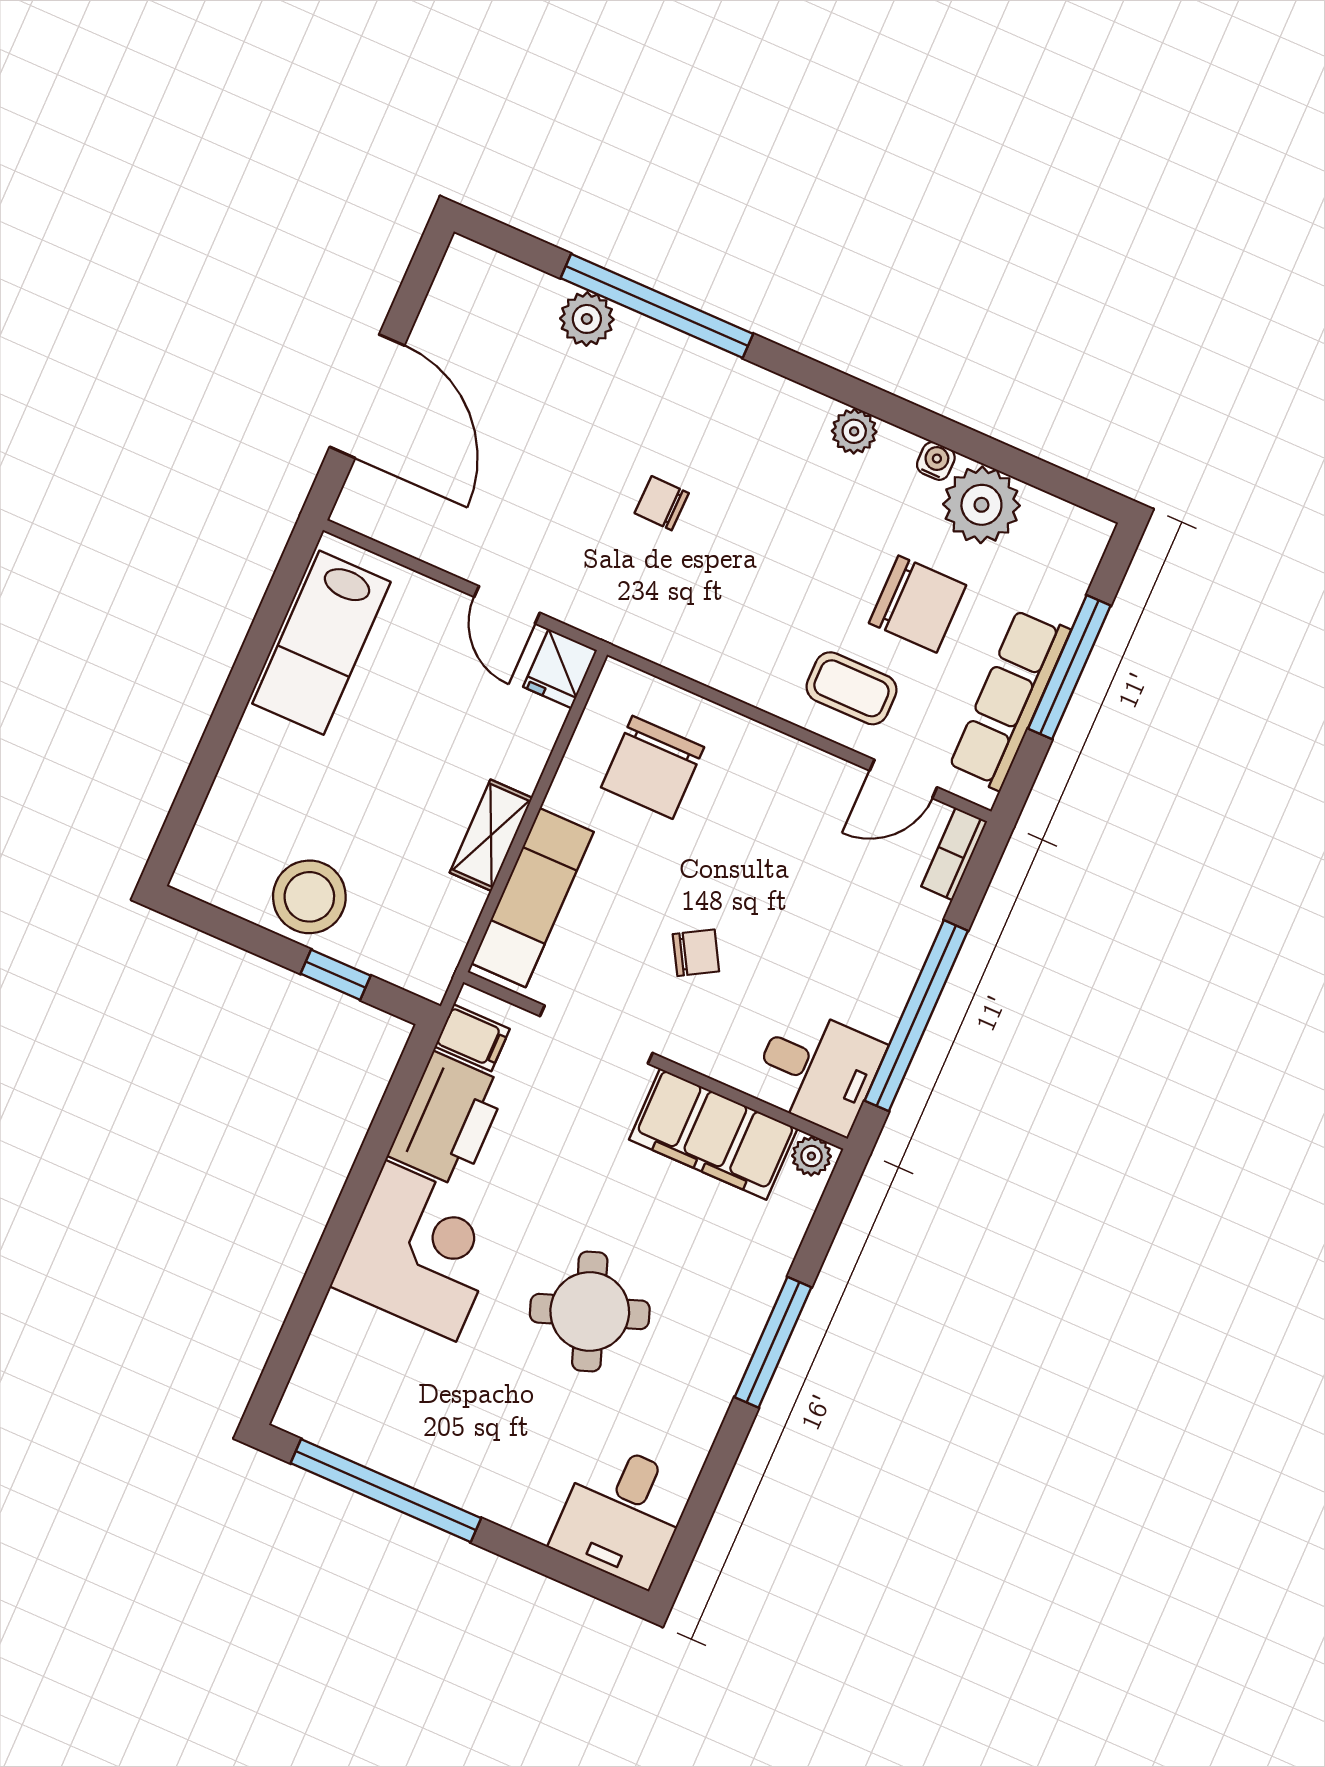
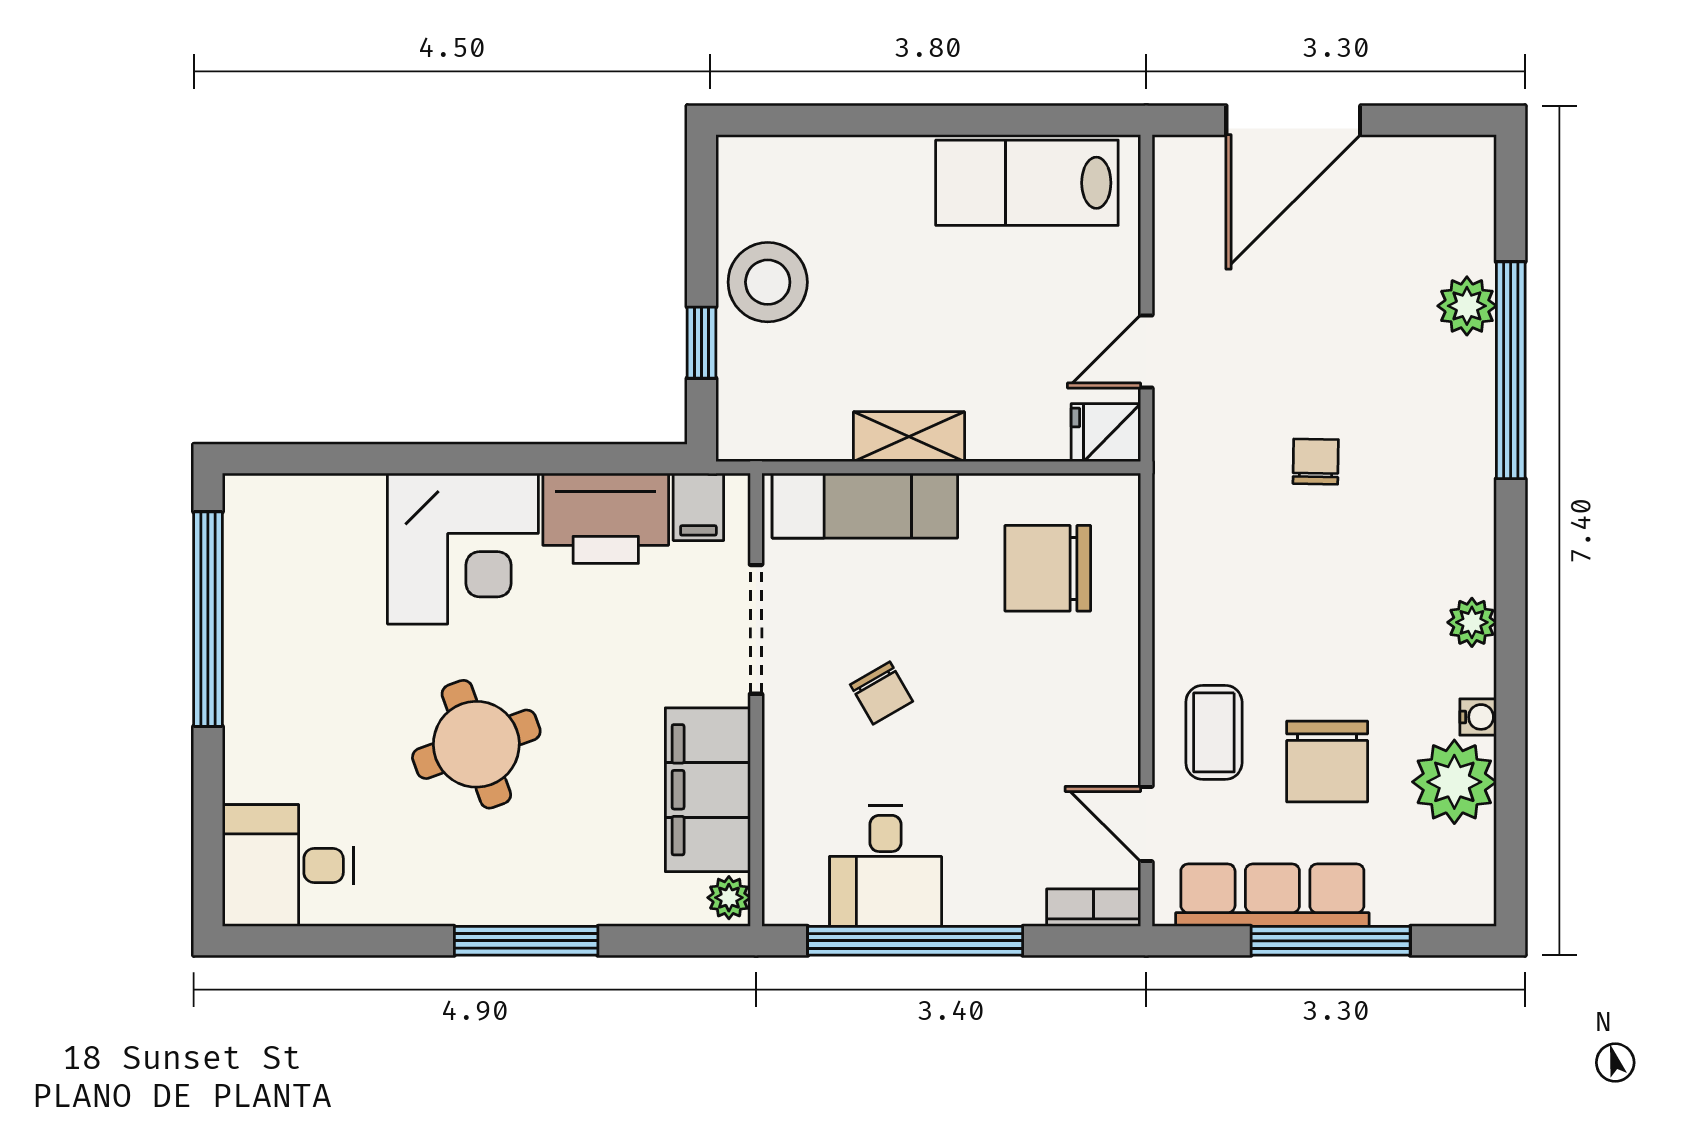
desk: (818, 1070) -> (886, 866), moved

